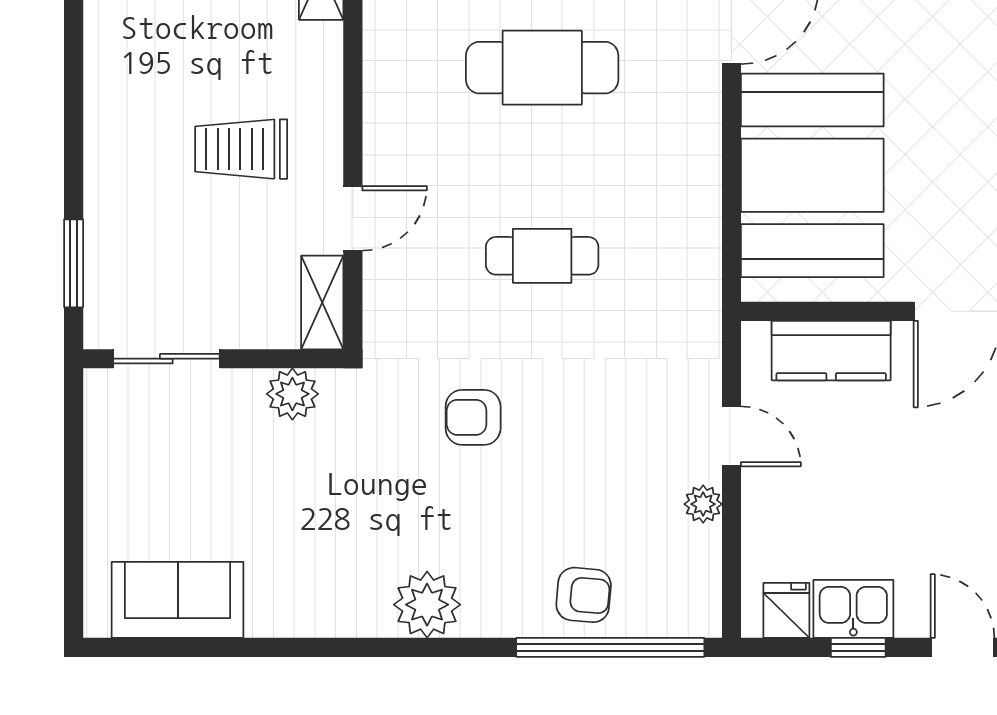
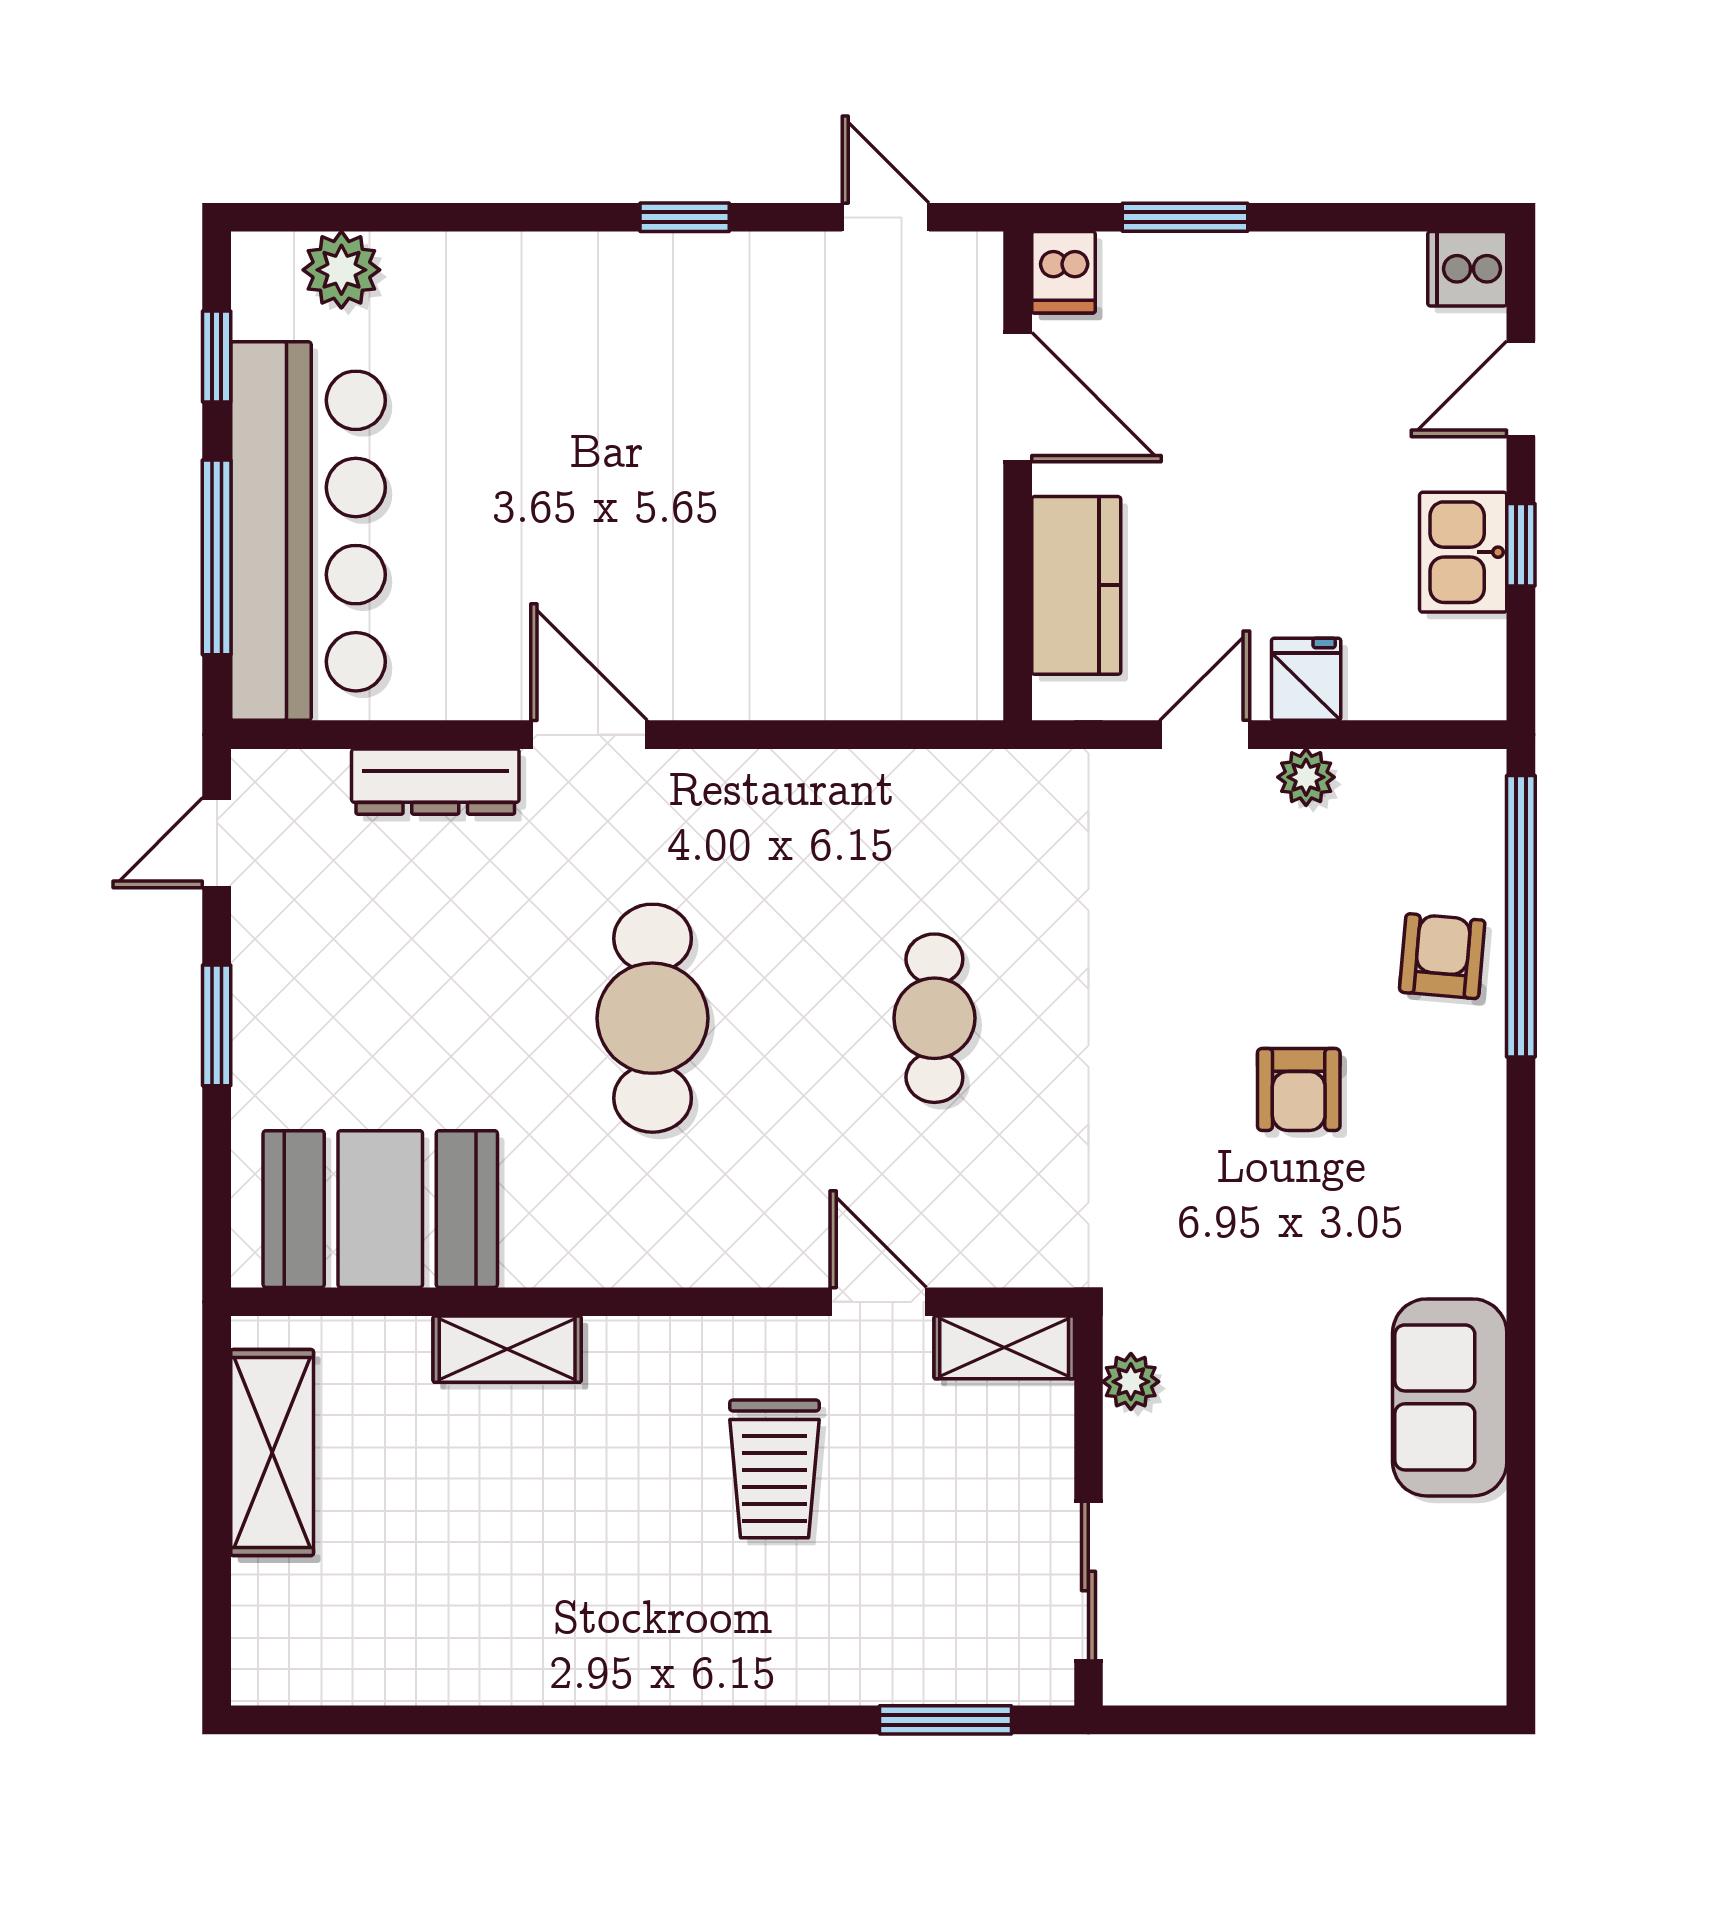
booth: (812, 175) -> (814, 614), removed
plant: (292, 394) -> (1131, 1382), width x0.73, depth x0.73
armchair: (473, 417) -> (1299, 1089), moved
sofa: (178, 600) -> (1450, 1397), moved
plant: (427, 605) -> (1457, 1191), removed
fridge: (786, 610) -> (1306, 679), moved, turned 90

